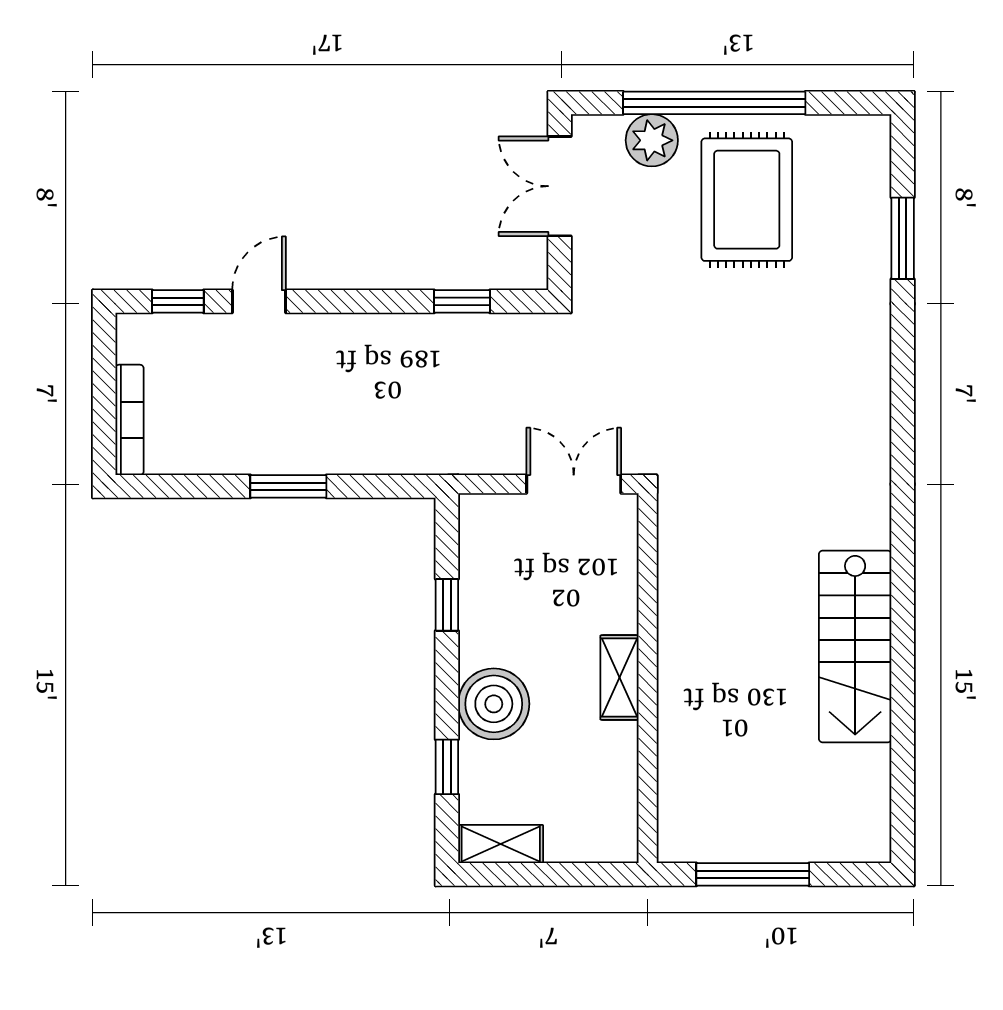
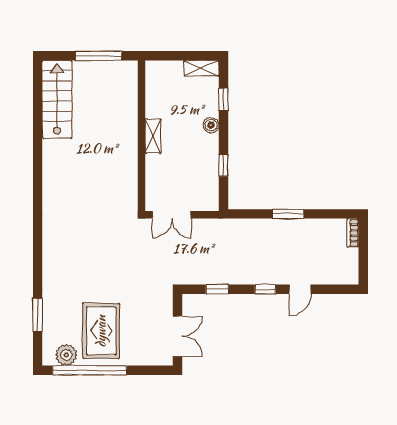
window: (714, 103) -> (90, 370), moved
plant: (652, 140) -> (66, 355), moved
window: (178, 301) -> (265, 289), moved
bookcase: (129, 420) -> (353, 233), width x0.64
stairs: (855, 646) -> (57, 99), moved
boiler: (494, 704) -> (211, 125), width x0.54, depth x0.54

